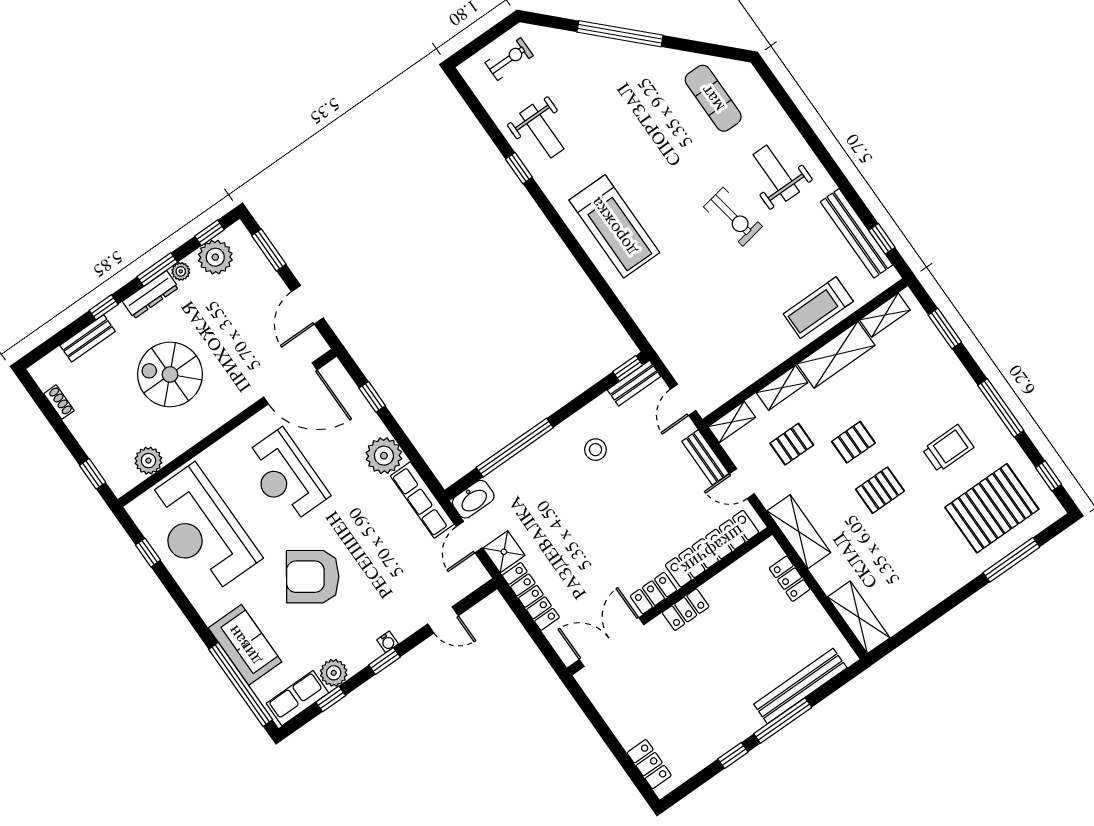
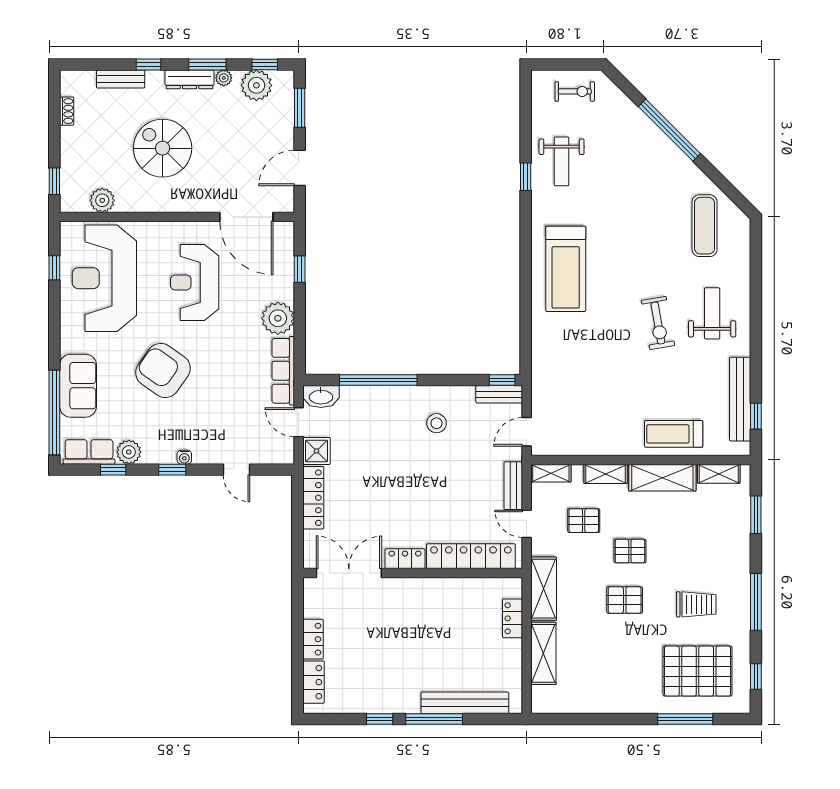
door: (469, 537) -> (299, 422), hinge flipped
locker: (686, 610) -> (313, 639), moved, turned -90
shelving: (859, 617) -> (543, 653), moved

